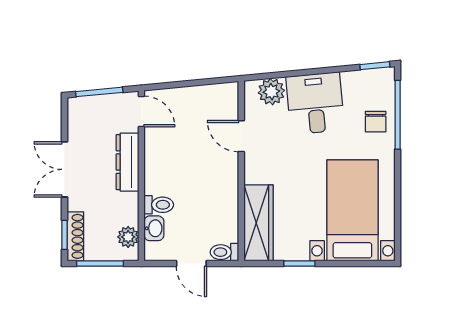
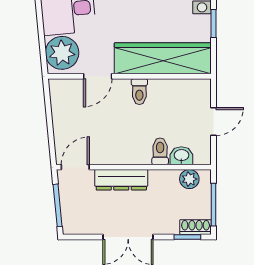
plant: (271, 92) -> (62, 53), width x1.36, depth x1.36
wardrobe: (259, 223) -> (163, 58), width x1.40, depth x1.17
shoe rack: (75, 236) -> (196, 227), width x0.70
toilet: (224, 252) -> (139, 92), moved

